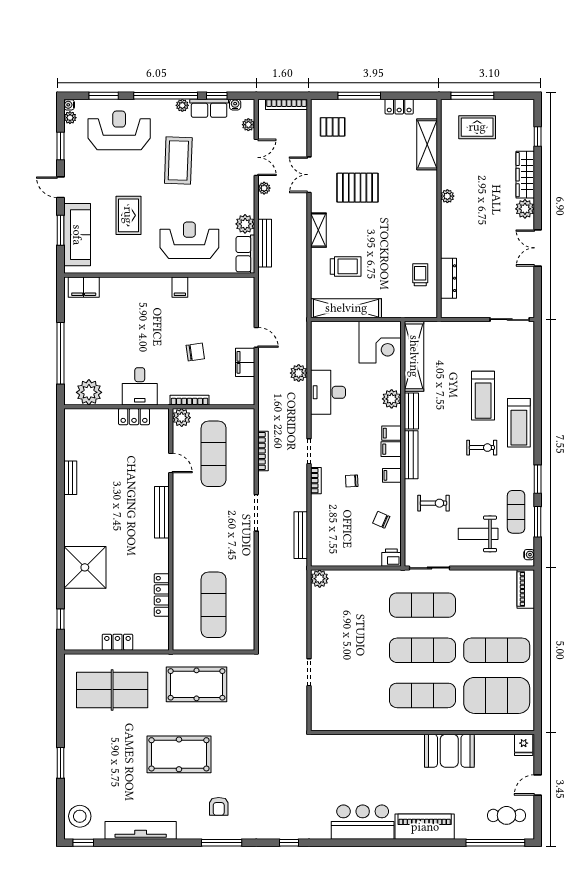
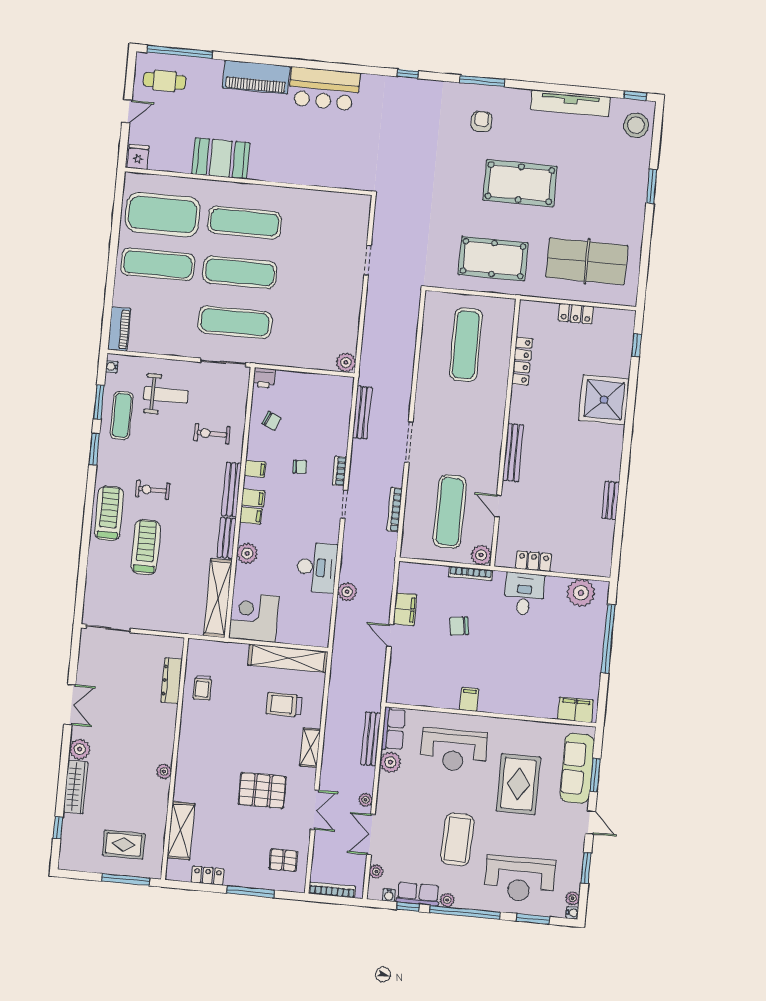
rug: (128, 215) -> (518, 784), width x1.36, depth x1.43

